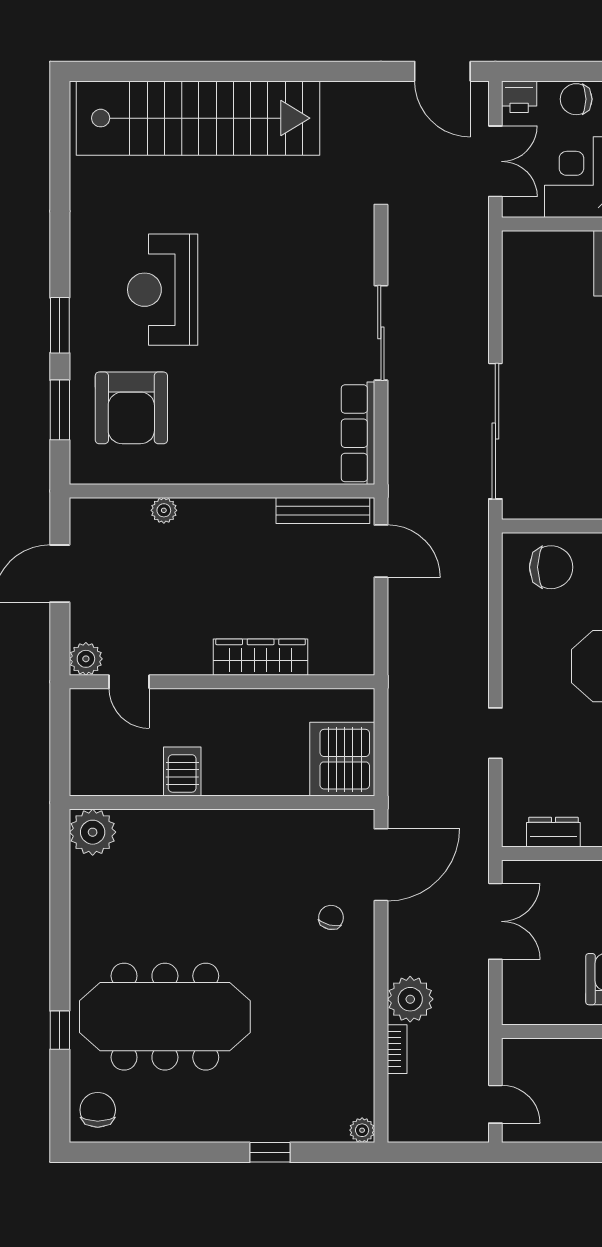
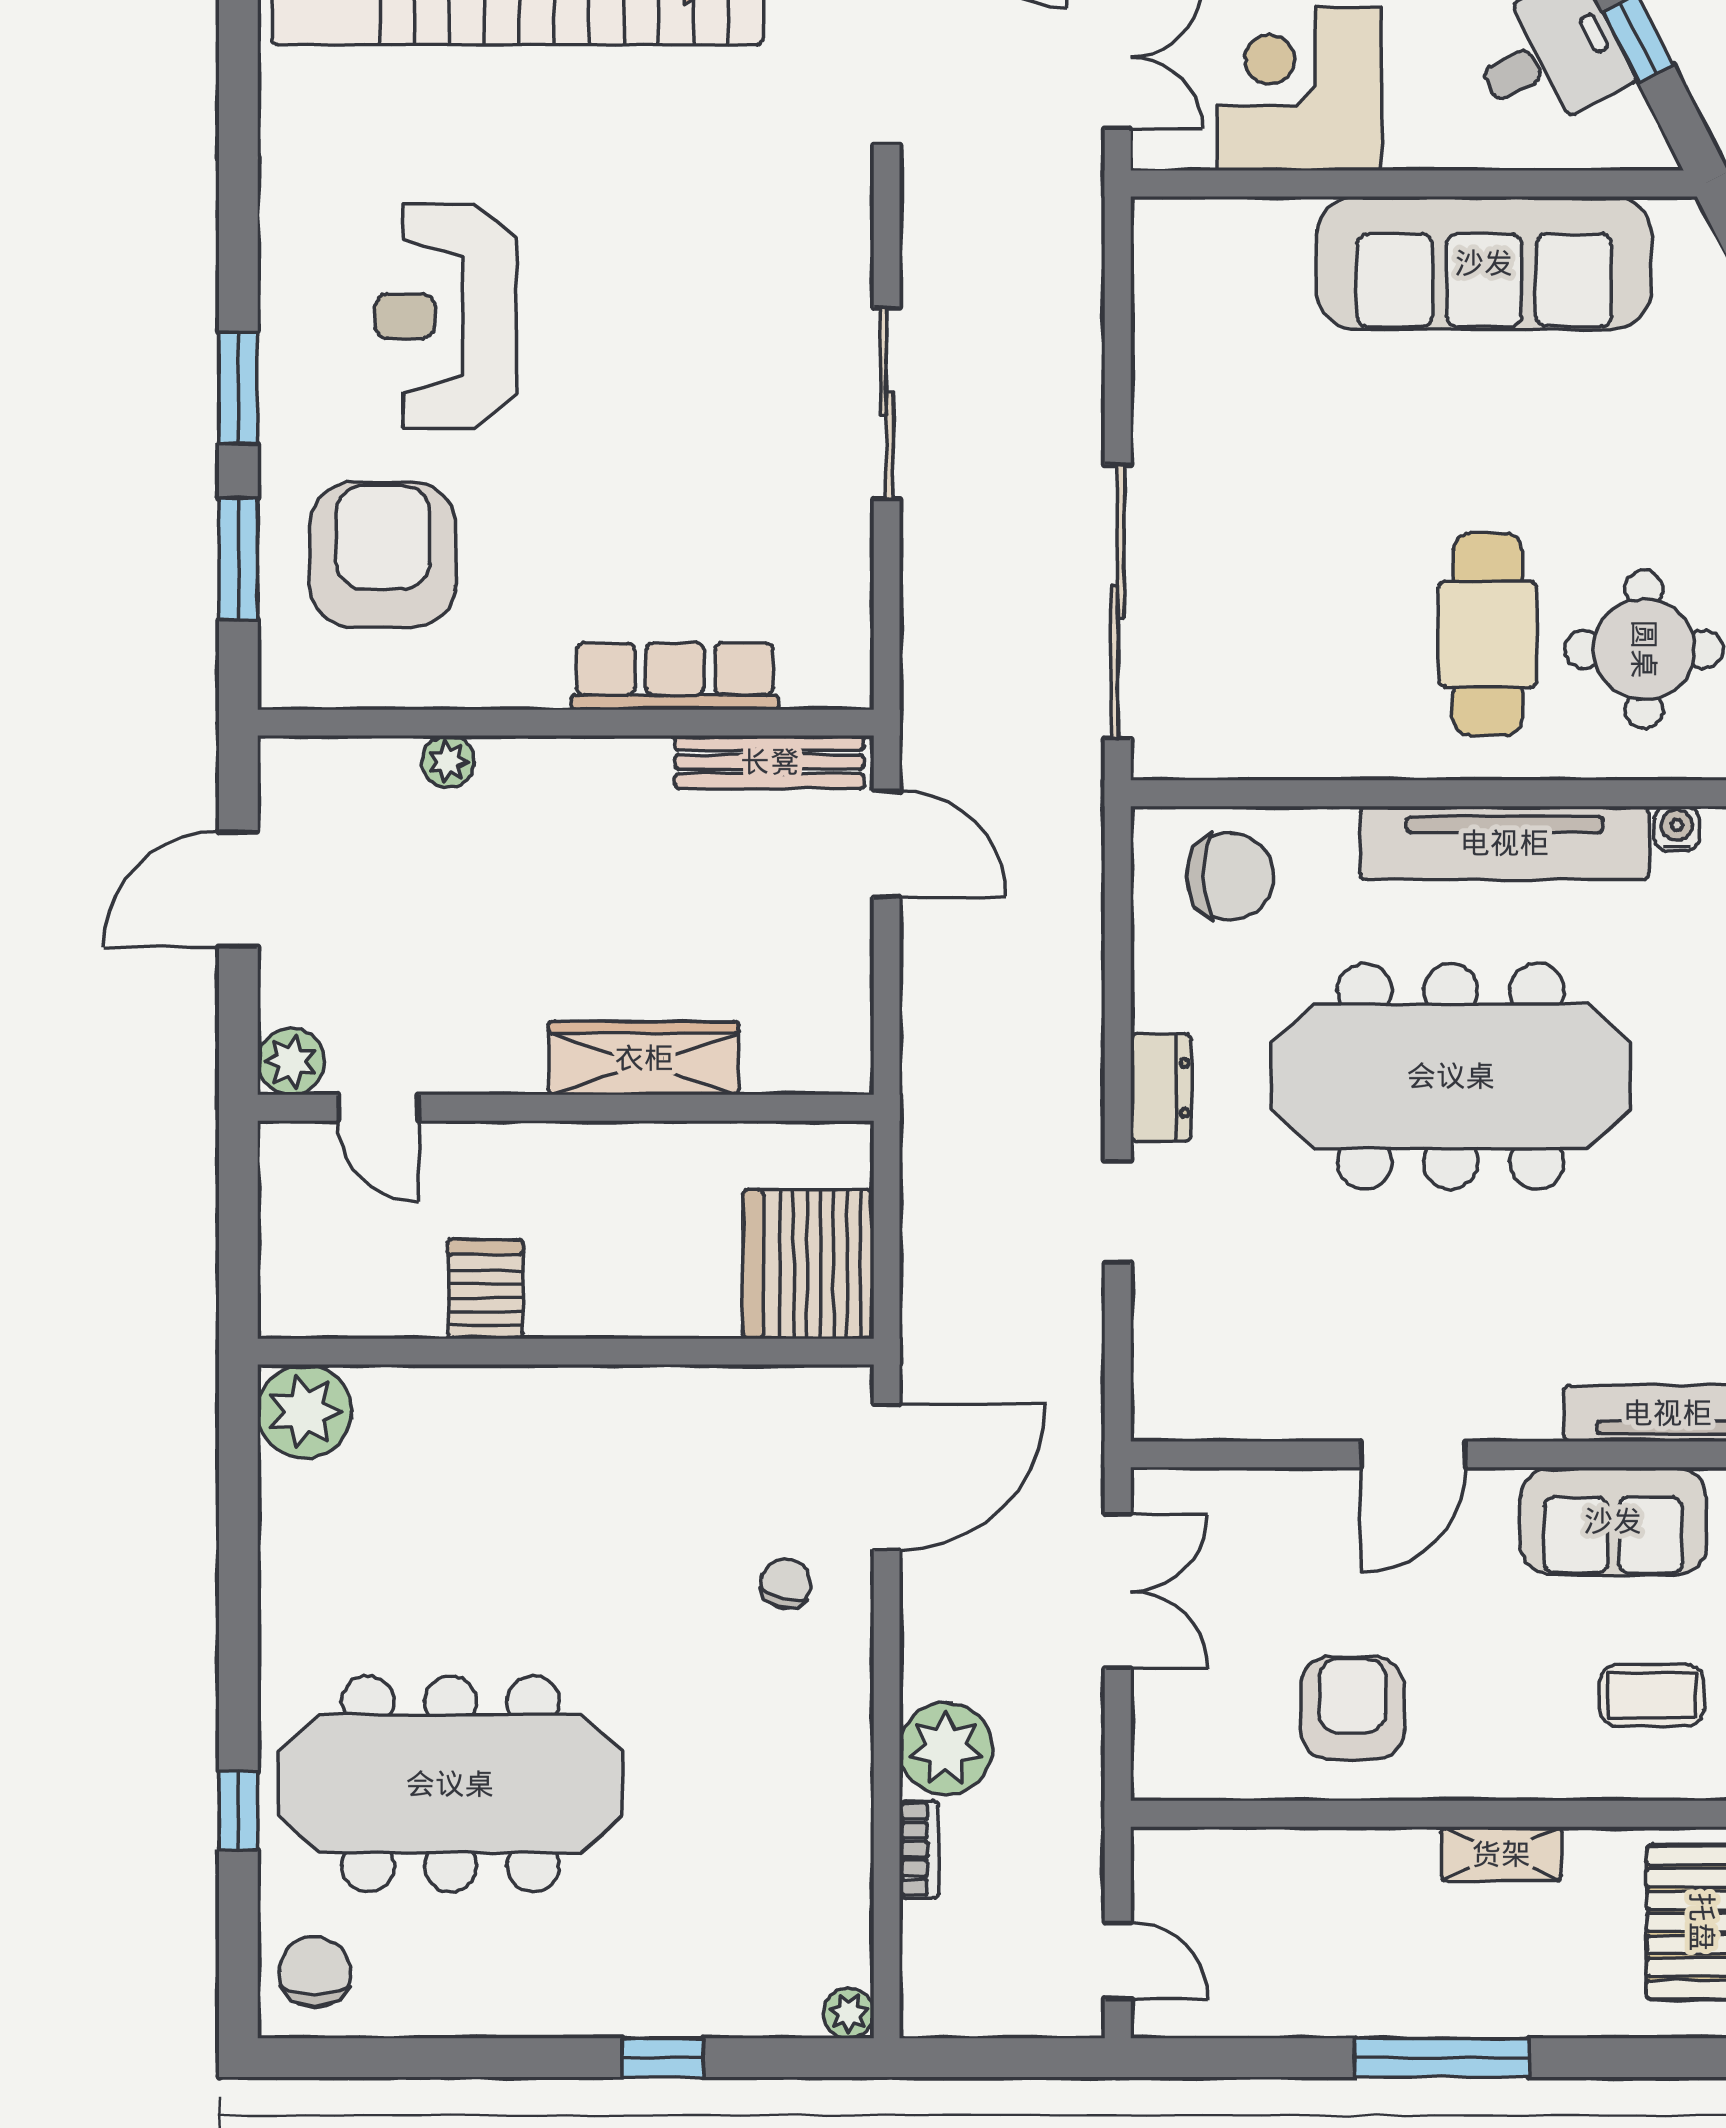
armchair: (131, 408) -> (383, 555), turned 180
row of seats: (358, 433) -> (675, 676), moved, turned 90
dresser: (553, 832) -> (1161, 1088), moved, turned 90

